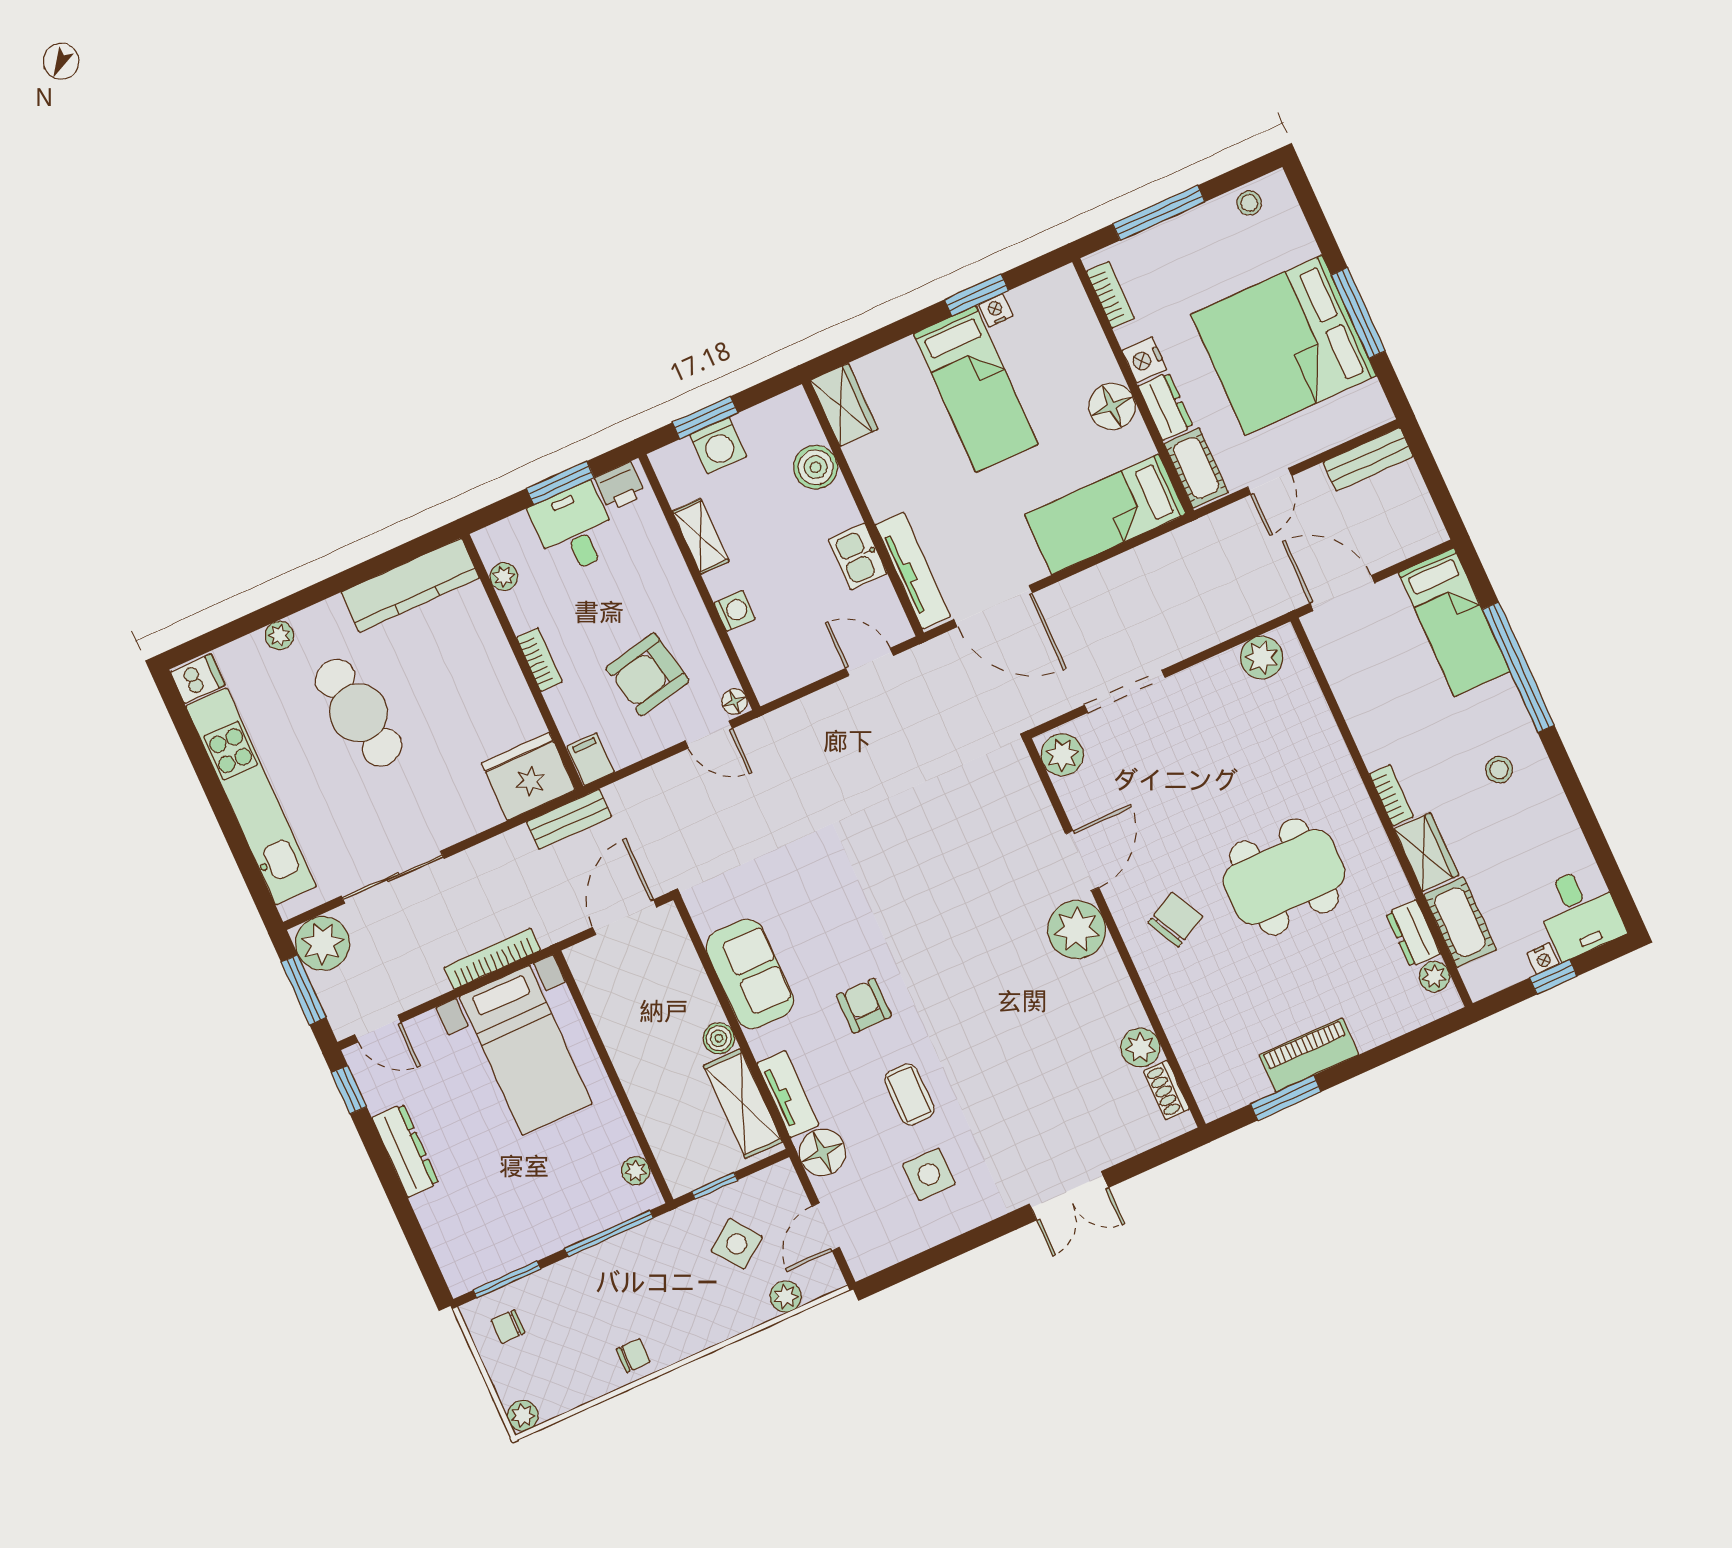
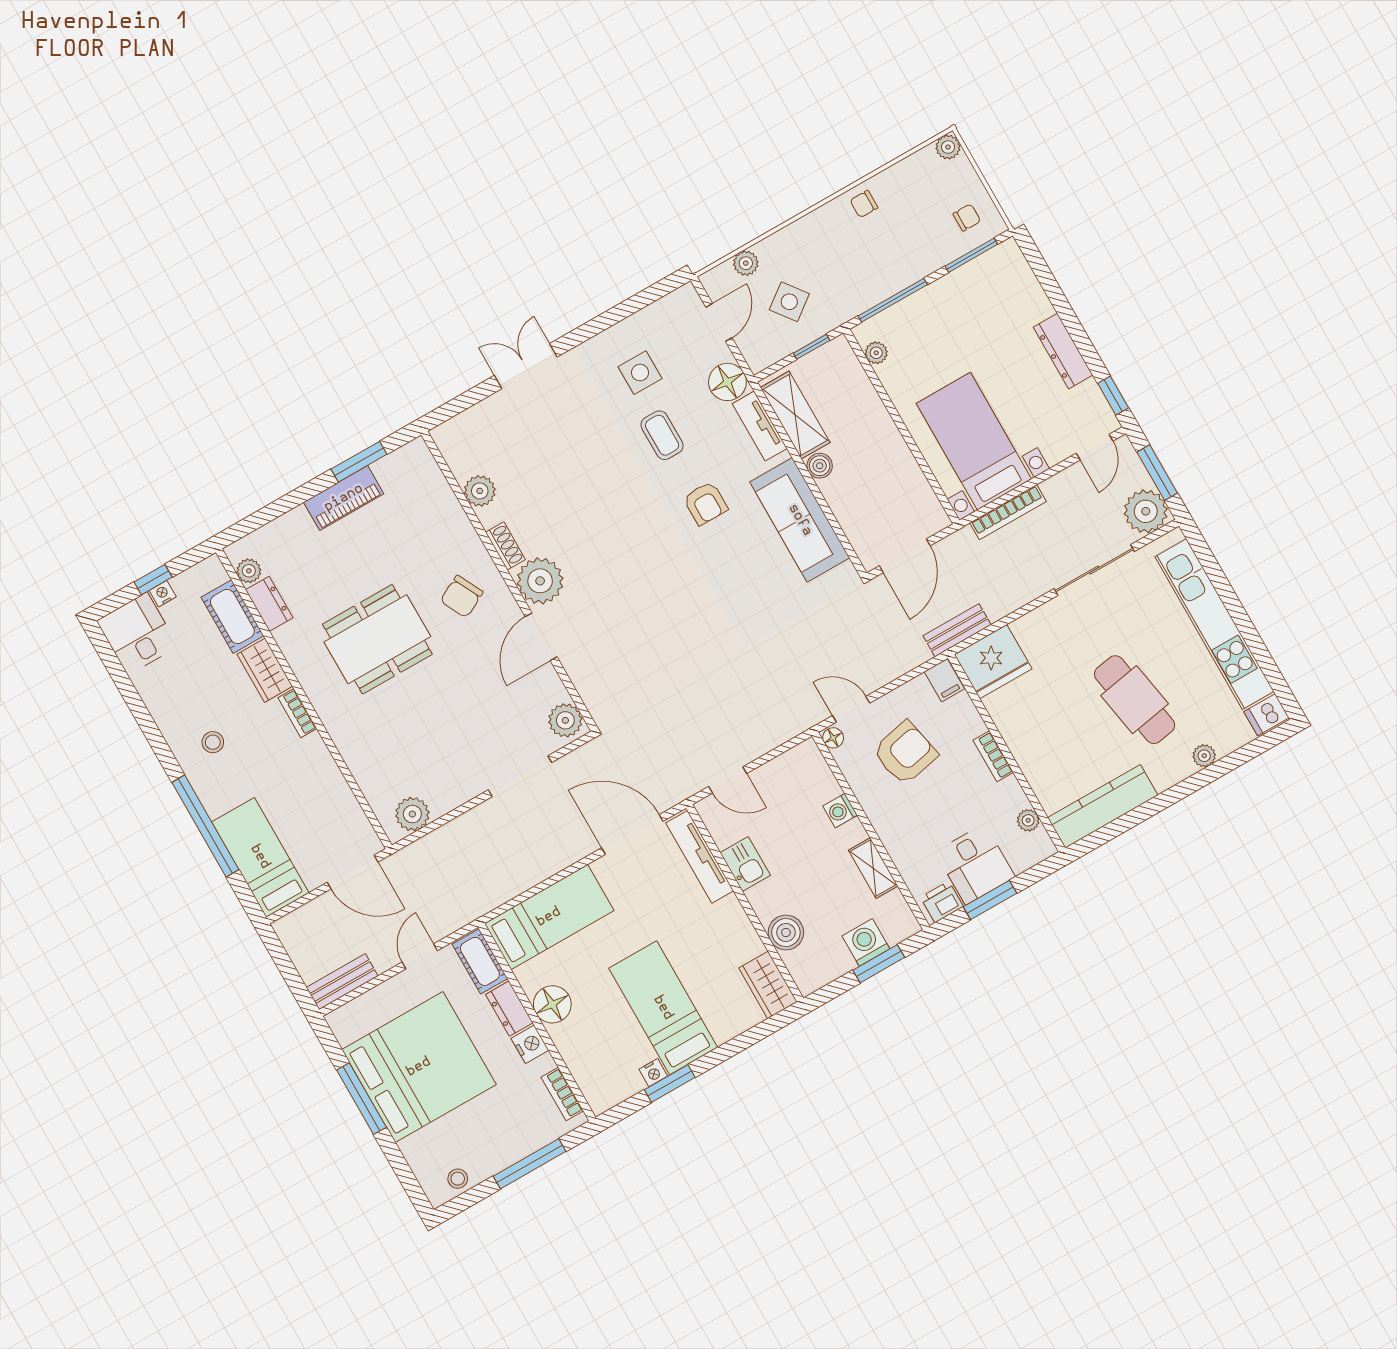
sofa: (750, 974) -> (800, 520), width x1.36
door: (378, 1029) -> (1095, 447), swing flipped
shoe rack: (1166, 1090) -> (505, 546), moved

